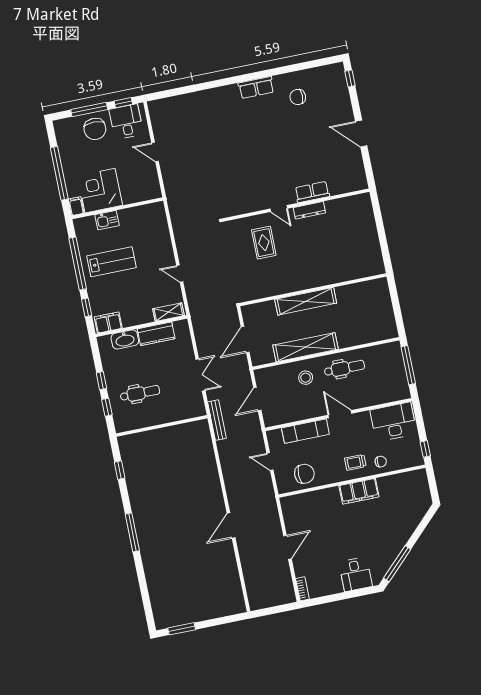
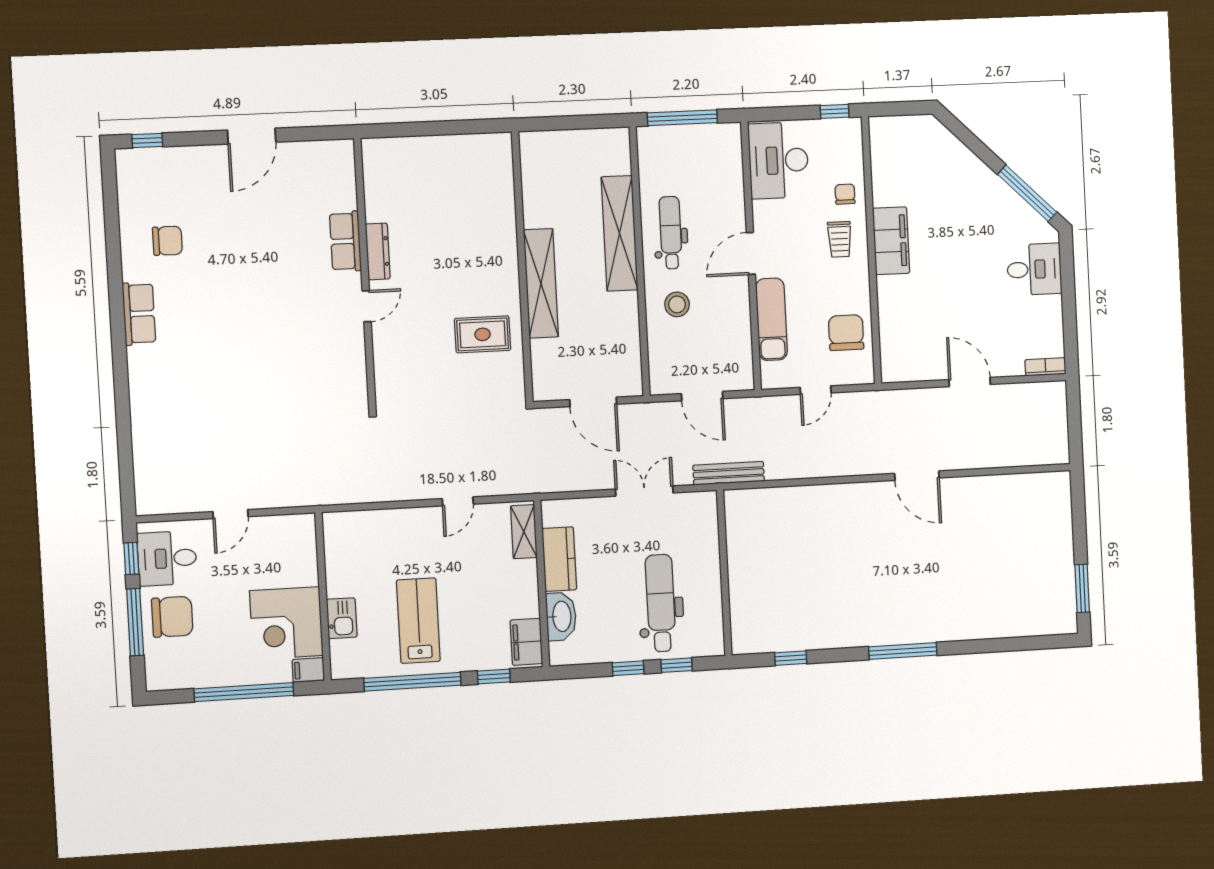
chair: (298, 97) -> (167, 241), turned -90
rug: (264, 243) -> (483, 334), moved
shelving: (305, 347) -> (620, 233), moved
dental chair: (140, 393) -> (661, 603), width x1.36, depth x1.38

